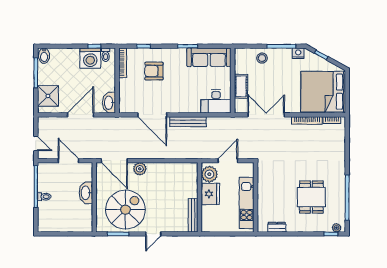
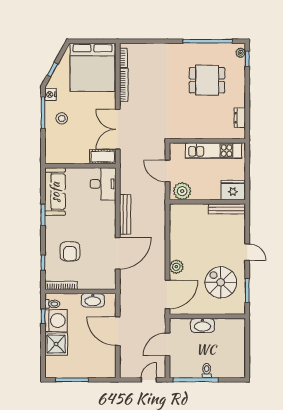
bidet: (44, 56) -> (53, 371), removed
stool: (262, 58) -> (62, 118), moved
cot: (241, 86) -> (103, 157), moved
shower: (48, 96) -> (56, 344), moved
washbasin: (109, 103) -> (93, 300), moved
fridge: (210, 194) -> (233, 190), moved
spiral stairs: (125, 210) -> (221, 282), width x0.73, depth x0.73

